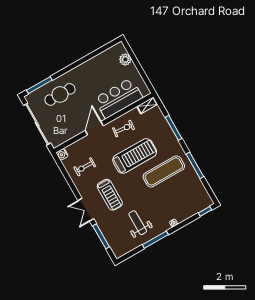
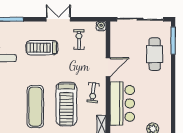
door: (94, 128) -> (108, 67), hinge flipped
treadmill: (135, 156) -> (66, 104), moved
double door: (86, 210) -> (58, 19), moved

